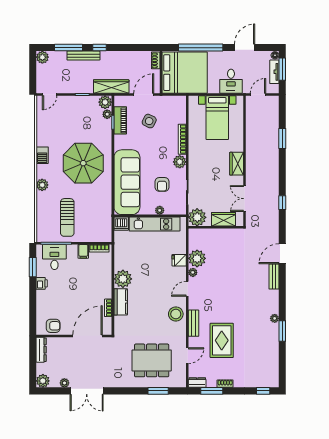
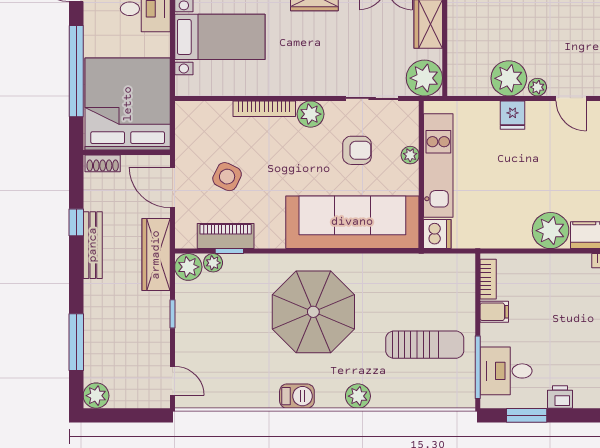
window: (100, 48) -> (76, 222), moved
bench: (83, 56) -> (93, 245), moved

